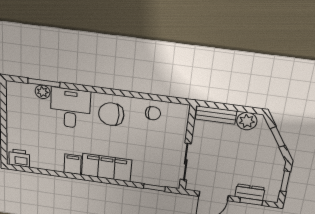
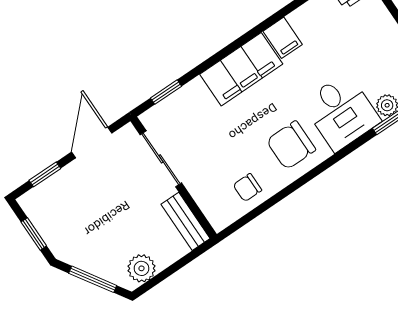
chair: (111, 114) -> (291, 145), turned 180
bench: (216, 115) -> (186, 221), moved, turned 90
window: (278, 137) -> (93, 279), width x1.50
dresser: (250, 192) -> (58, 185), removed

